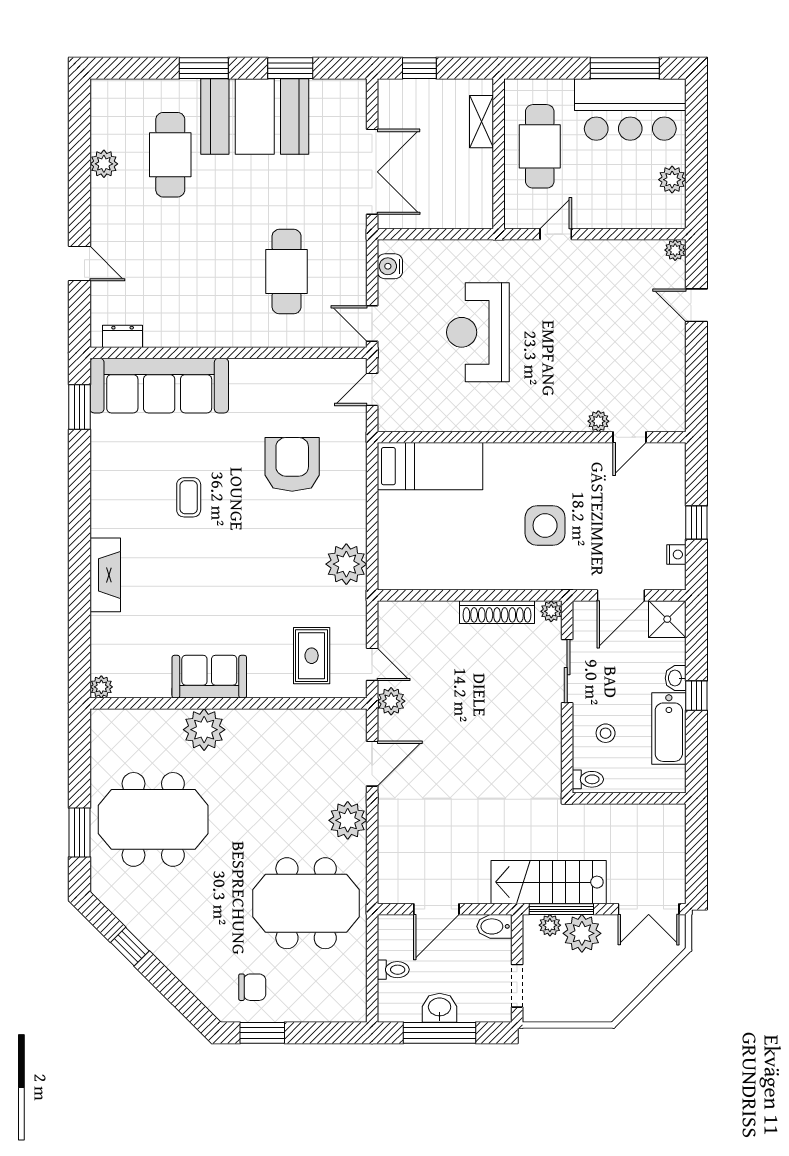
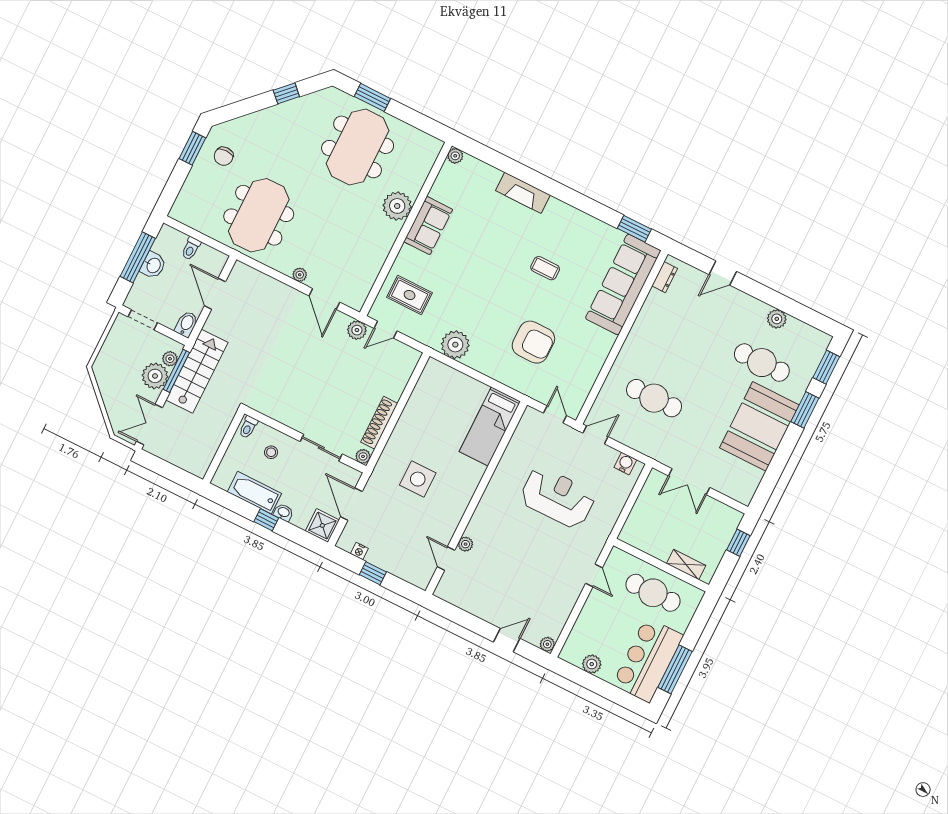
window: (290, 68) -> (826, 367), moved
double door: (372, 172) -> (689, 482), width x0.73
plant: (348, 820) -> (300, 275), width x0.53, depth x0.53

